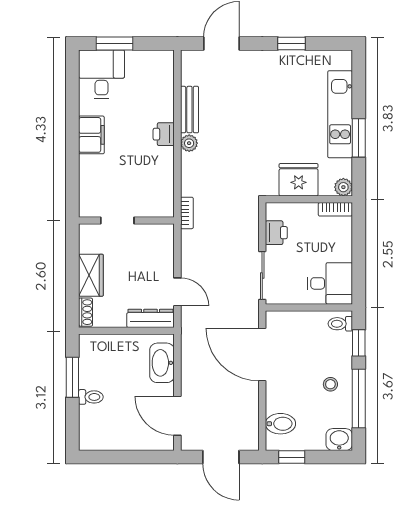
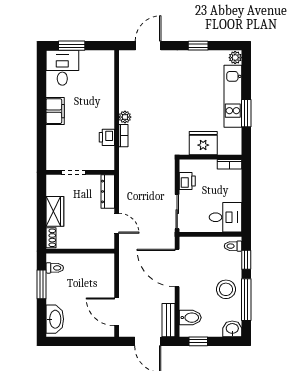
bench: (189, 110) -> (169, 320), moved
printer: (164, 134) -> (107, 137), moved
plant: (343, 187) -> (235, 58), moved
bookcase: (187, 213) -> (123, 136), moved
dresser: (151, 318) -> (108, 191), moved, turned -90
washbasin: (162, 363) -> (55, 319), moved, turned 180
stool: (330, 384) -> (226, 289), width x1.89, depth x1.89
toilet: (91, 397) -> (55, 268), moved

